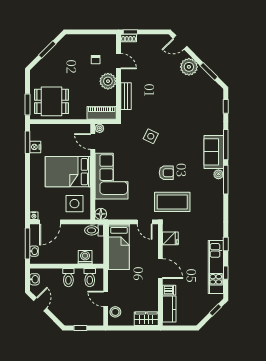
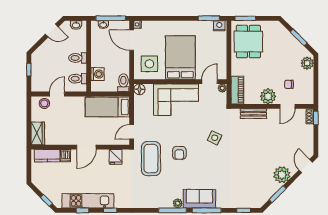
plant: (74, 41) -> (307, 63), added
nightstand: (35, 147) -> (219, 26), moved

